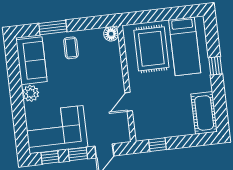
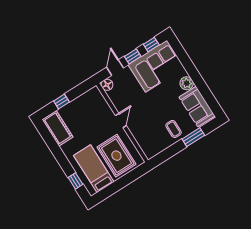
floor lamp: (111, 34) -> (107, 85), moved
window: (215, 66) -> (75, 181), moved
door: (129, 102) -> (121, 120), moved
window: (158, 145) -> (61, 102), moved

